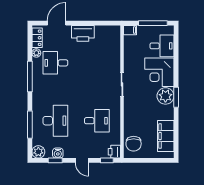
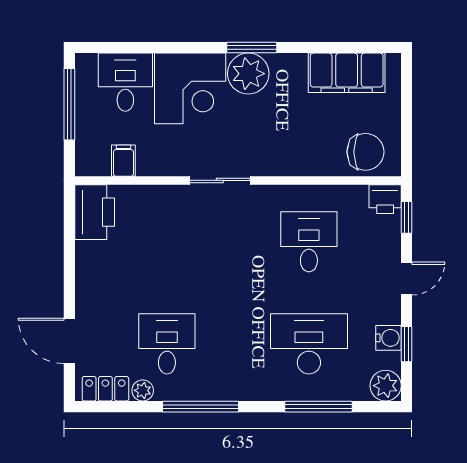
filing cabinet: (130, 30) -> (123, 161), moved
printer: (83, 33) -> (95, 212), moved
desk: (55, 63) -> (167, 344), turned 180

